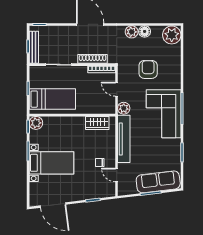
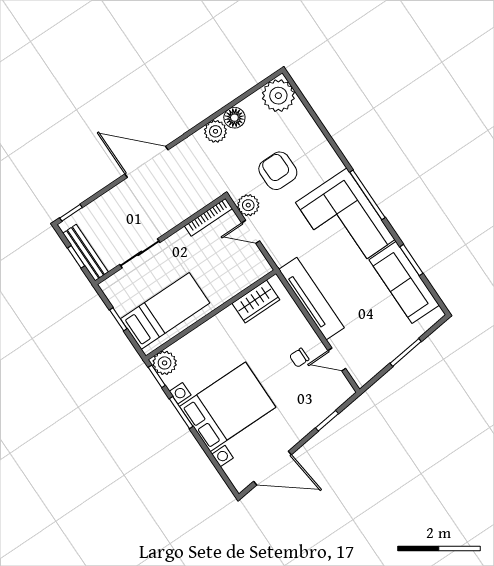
shoe rack: (93, 59) -> (185, 211), removed
plant: (124, 108) -> (248, 205), moved
bed with nightstands: (51, 163) -> (228, 407), width x1.36
sofa: (158, 182) -> (404, 282), moved, turned -83

